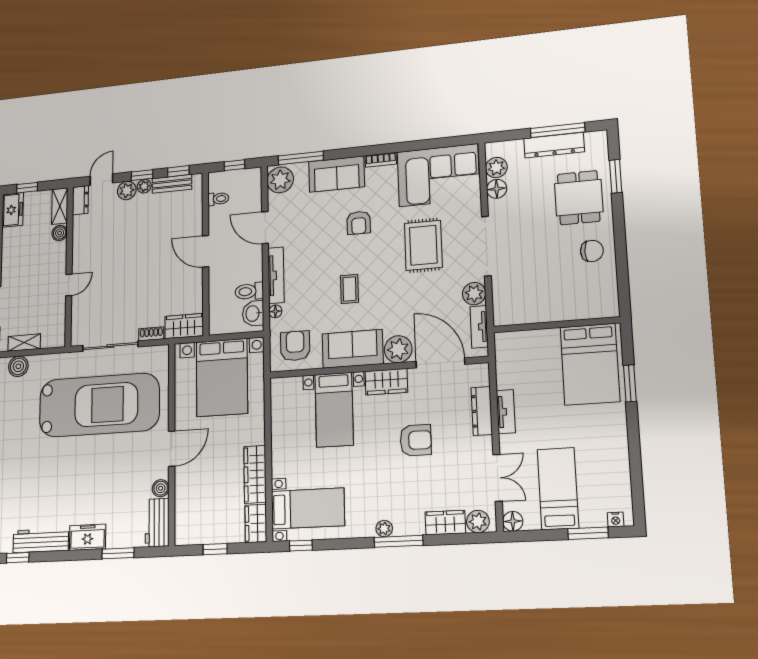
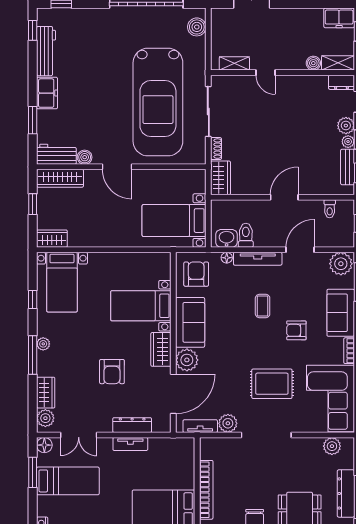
floor lamp: (497, 189) -> (314, 445), removed
coffee table: (349, 289) -> (263, 306), moved, turned 90
bookcase: (559, 313) -> (206, 490), added
shelving: (24, 343) -> (234, 63), moved, turned 90
armchair: (295, 346) -> (196, 274), turned -90
bed with nightstands: (222, 377) -> (174, 221), width x0.73
wardrobe: (255, 474) -> (60, 178), moved, turned 180
window: (588, 533) -> (33, 472), moved
window: (301, 546) -> (33, 300), moved

